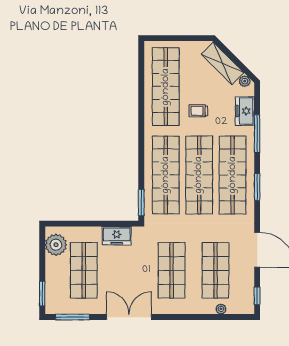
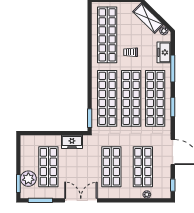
plant: (56, 245) -> (28, 179), moved

